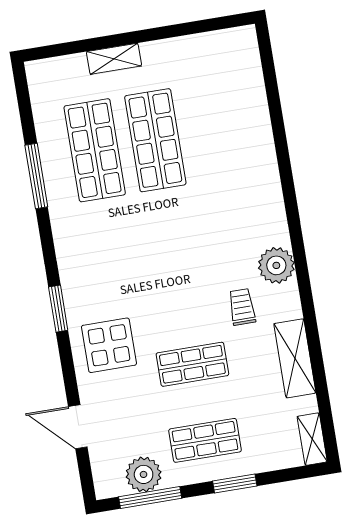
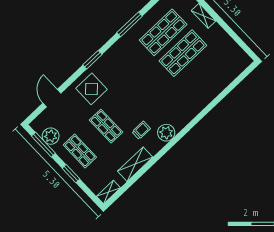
window: (36, 176) -> (130, 24), moved

